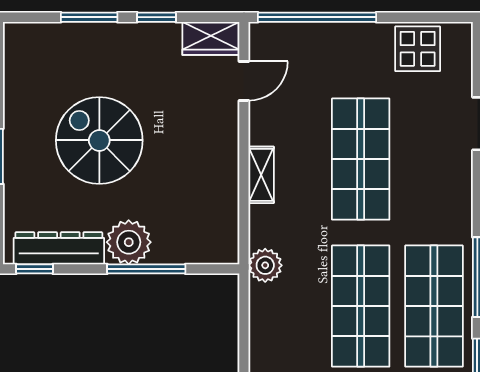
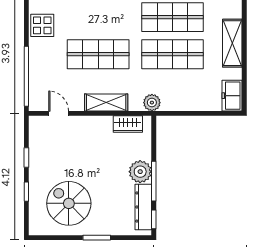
window: (89, 17) -> (26, 192), width x0.67
wardrobe: (211, 38) -> (128, 124), moved, turned 90
spiral stairs: (99, 140) -> (69, 203), moved, turned 90
shelving: (261, 175) -> (106, 102), width x1.50, depth x1.33
window: (146, 269) -> (154, 181), moved

